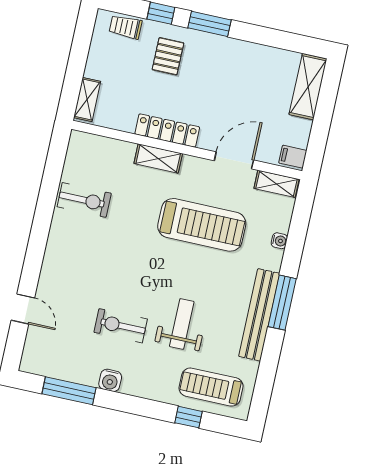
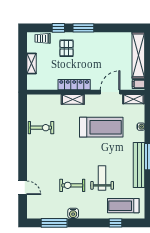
shelving: (308, 87) -> (138, 55), width x1.47
shelving: (87, 99) -> (32, 63), moved

